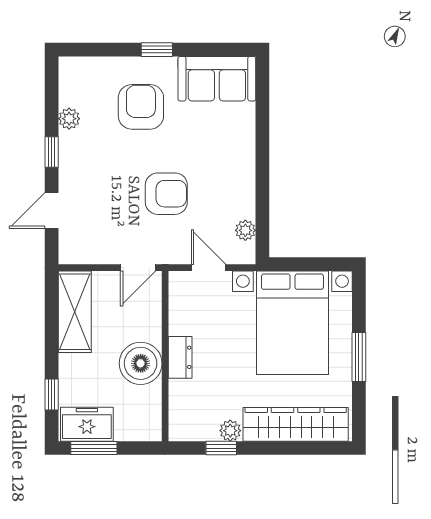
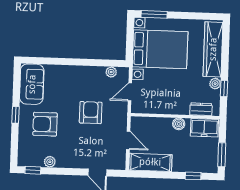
window: (52, 152) -> (33, 170), moved
door: (138, 268) -> (128, 140), moved
dresser: (180, 357) -> (201, 109), moved
window: (359, 357) -> (154, 14), moved
boiler: (141, 363) -> (179, 124), width x0.54, depth x0.54
freezer: (87, 424) -> (204, 128), moved, turned -90

